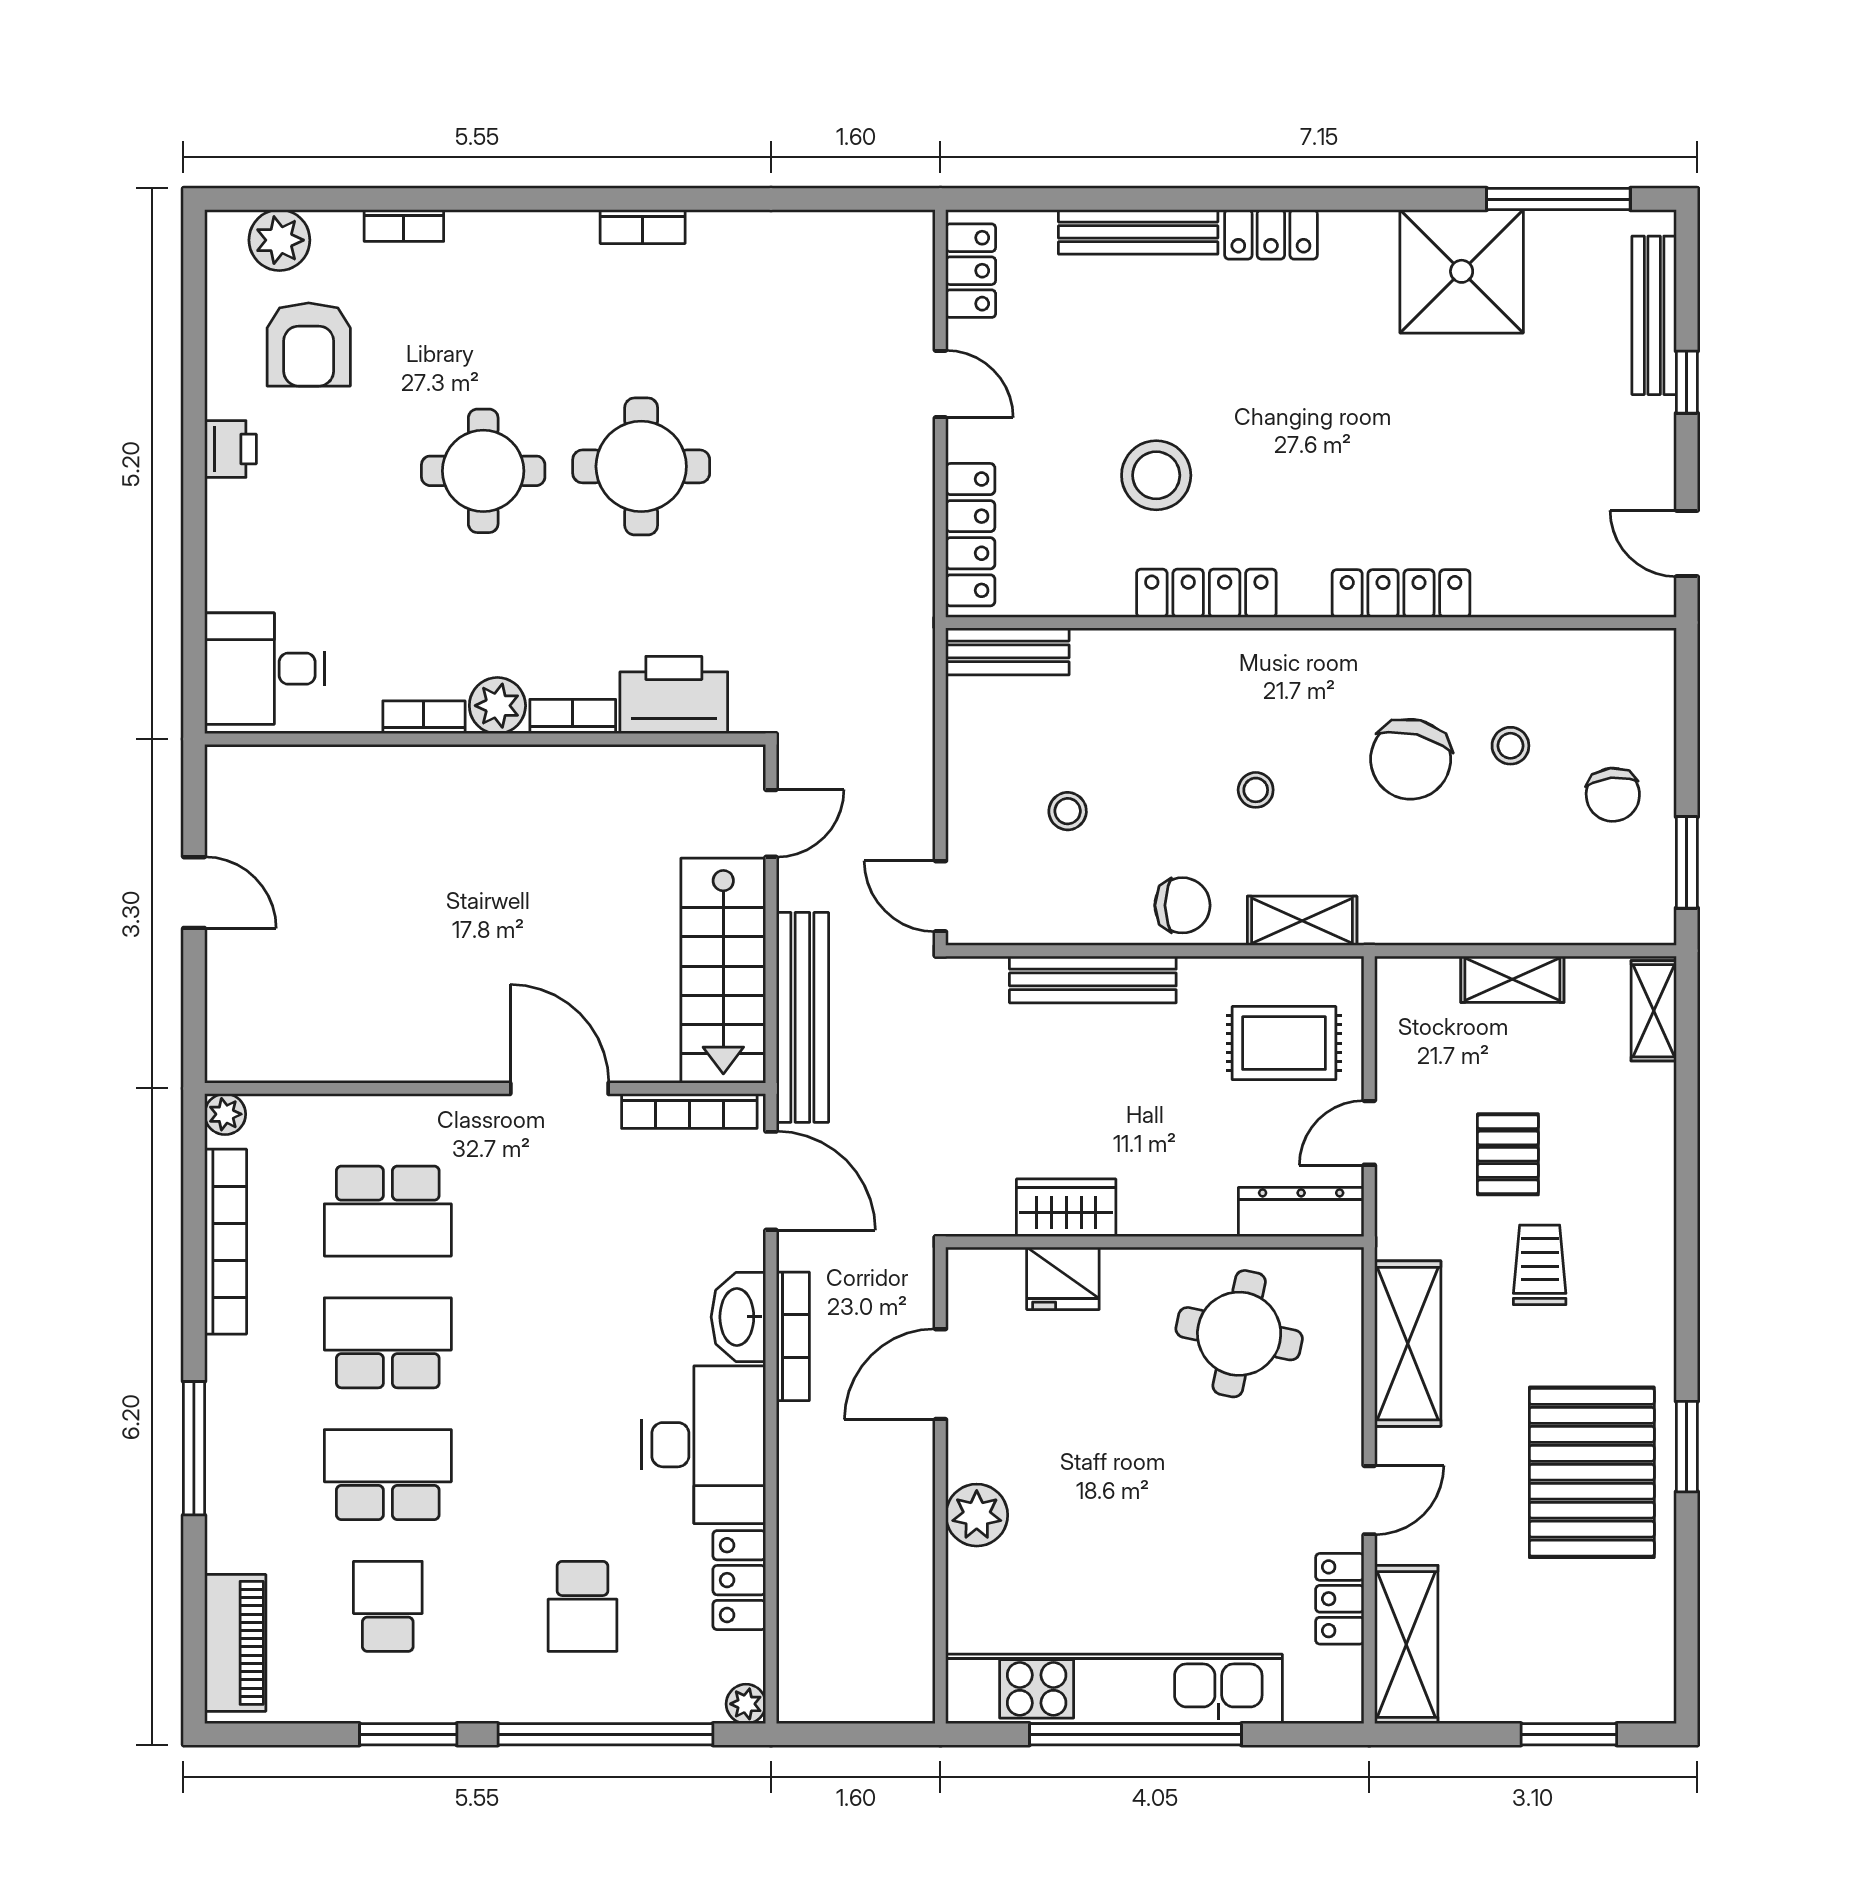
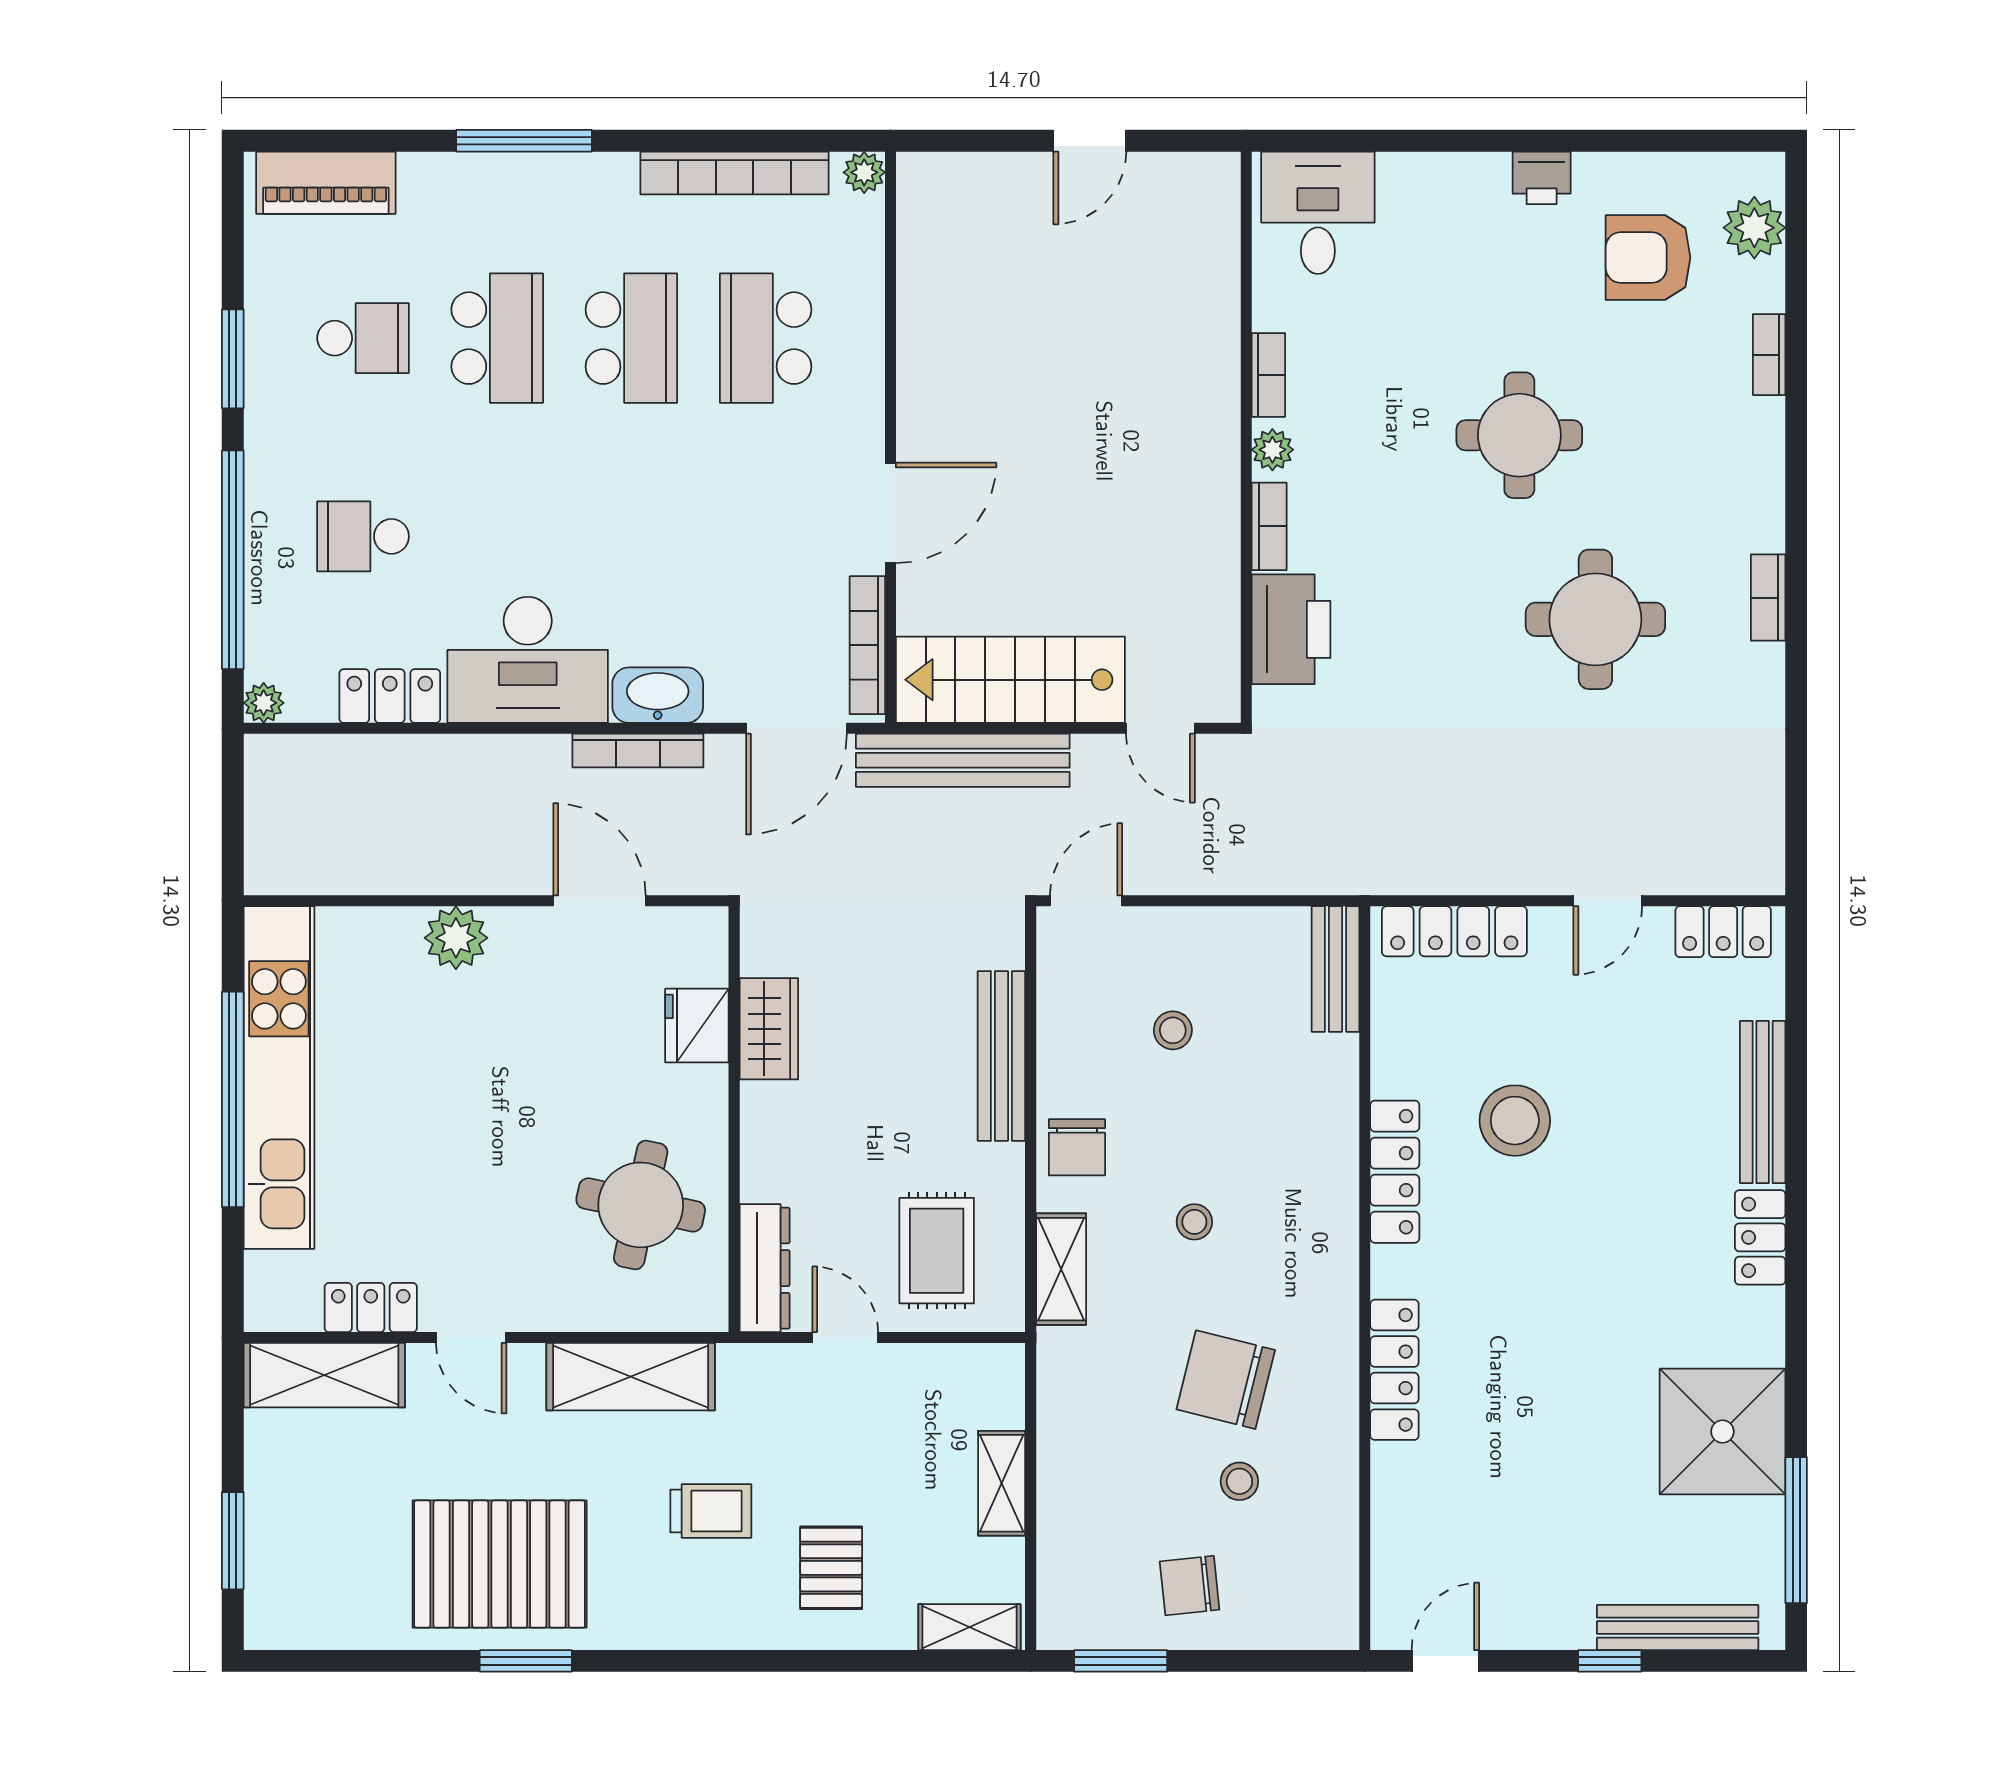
round table: (641, 466) -> (1595, 619), moved
plant: (497, 706) -> (1272, 450), width x0.73, depth x0.73
pallet: (1508, 1154) -> (831, 1568), moved, turned 90

